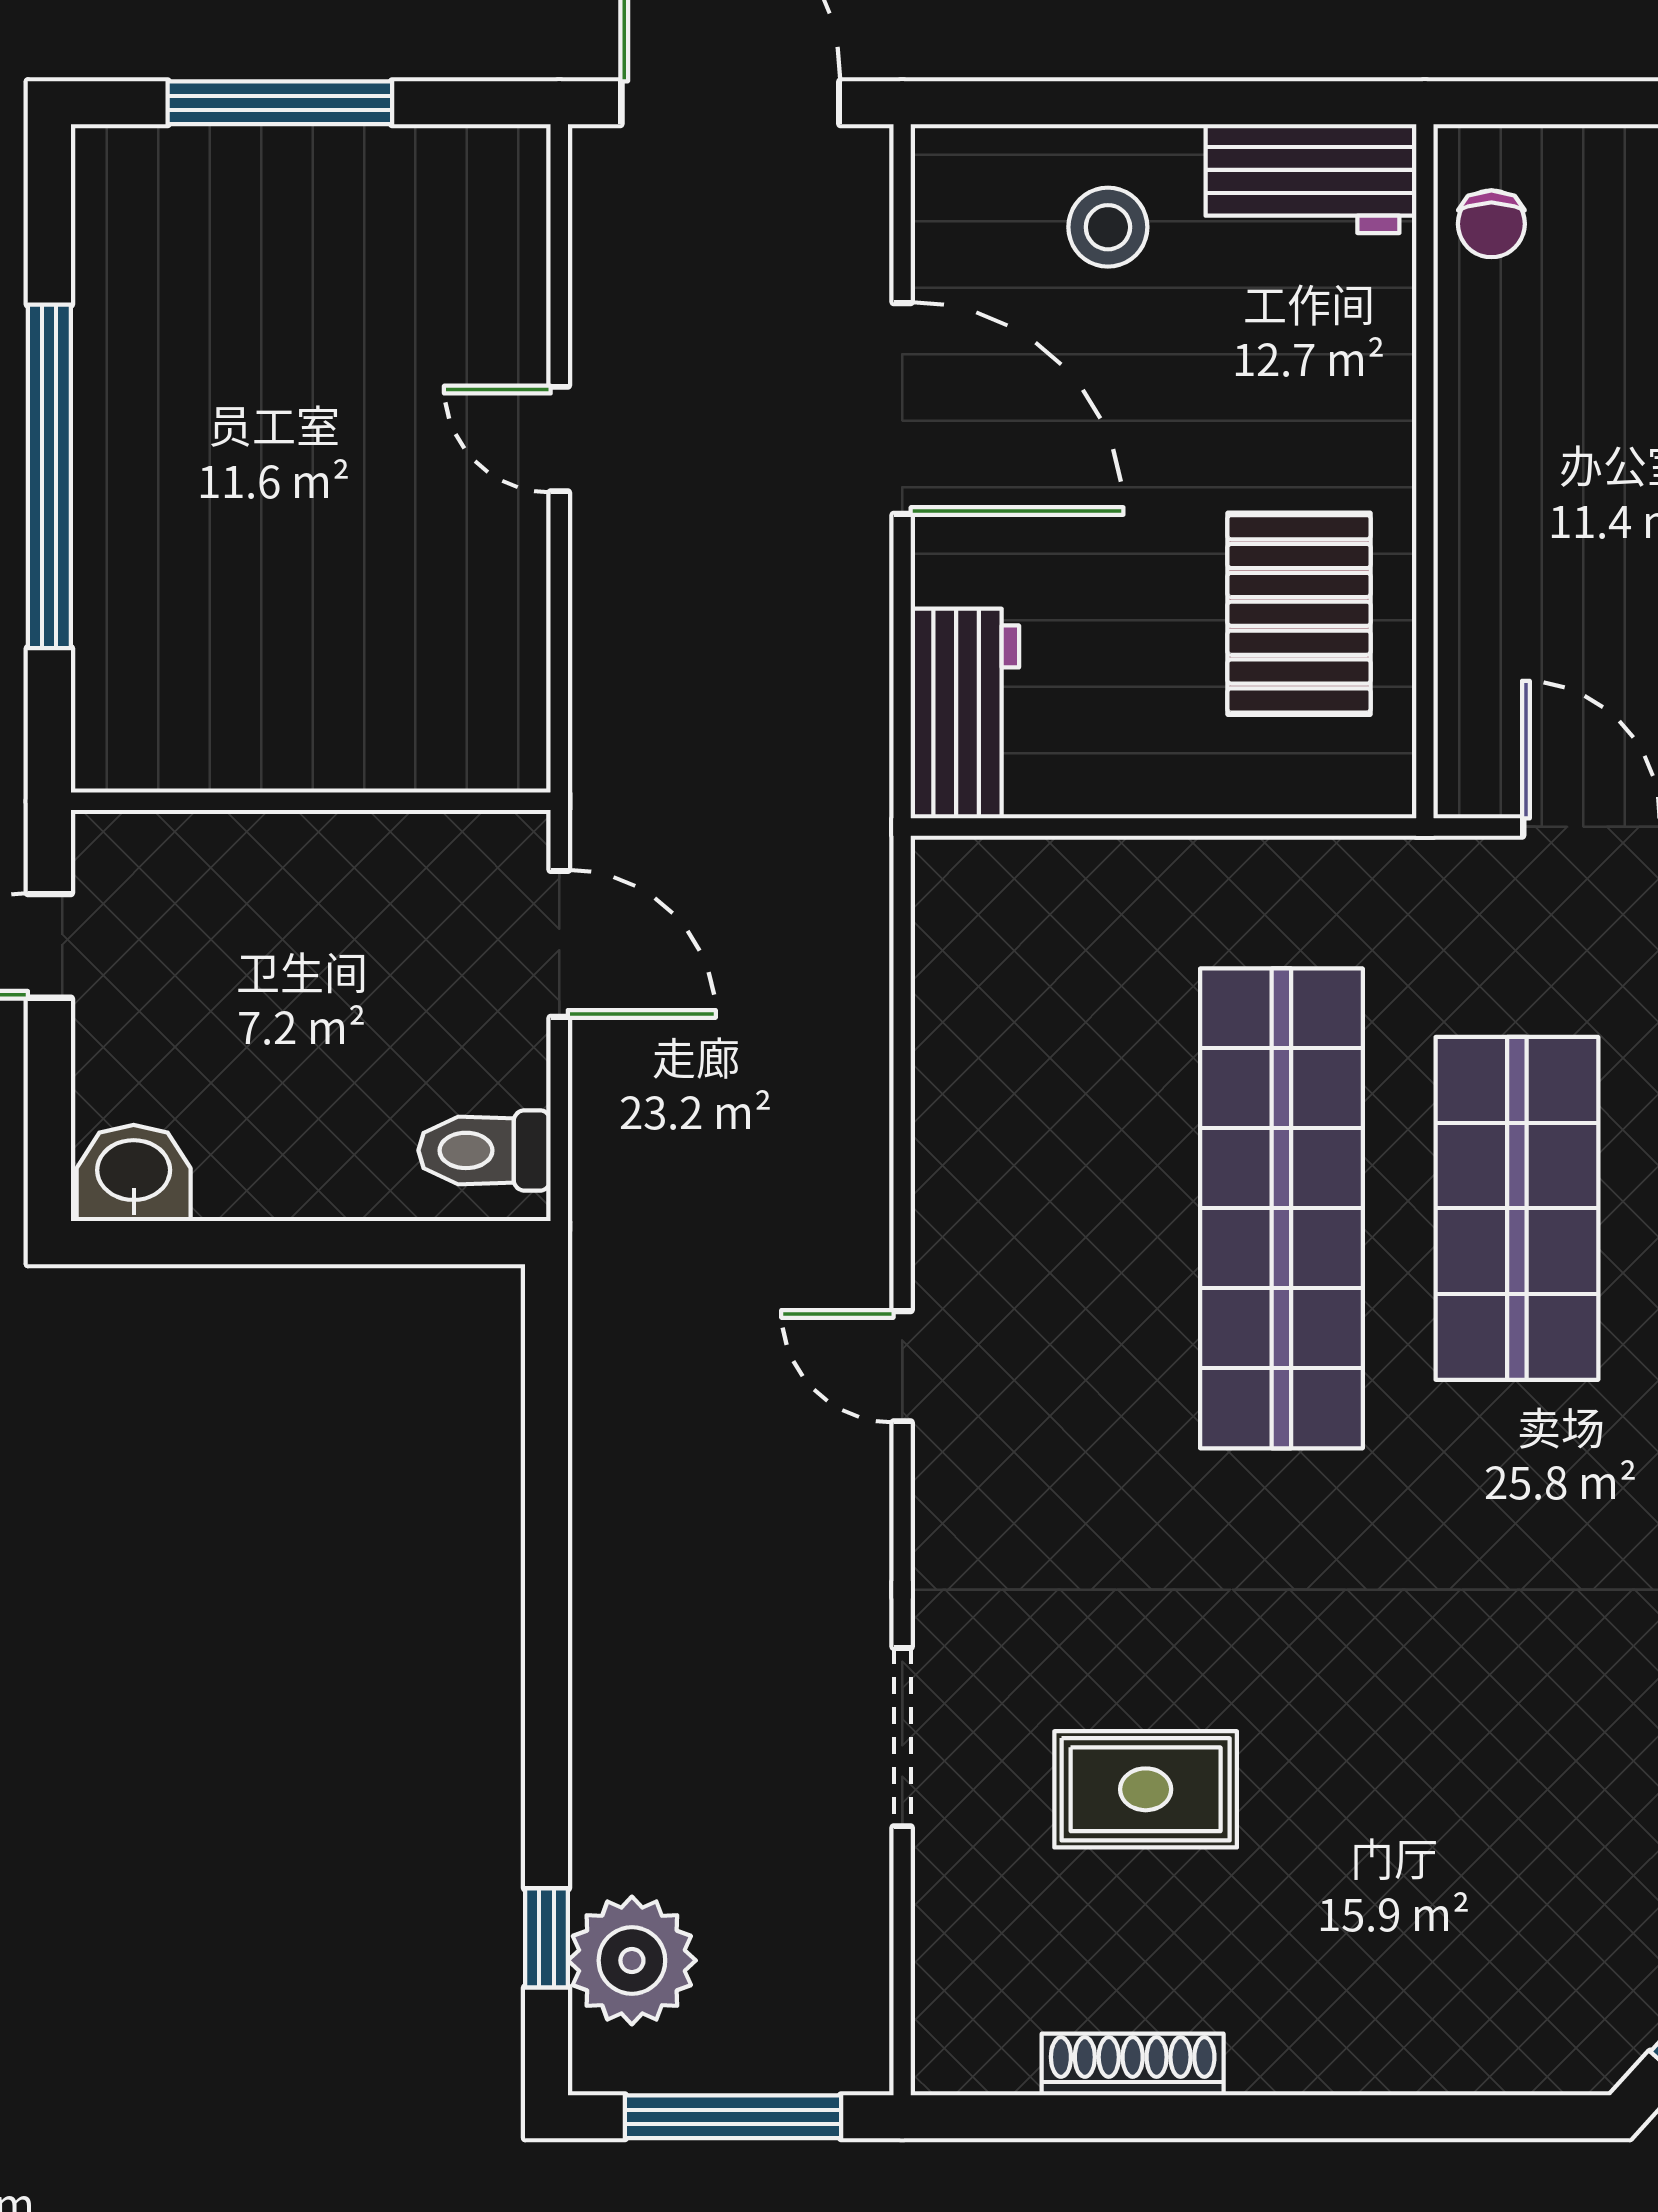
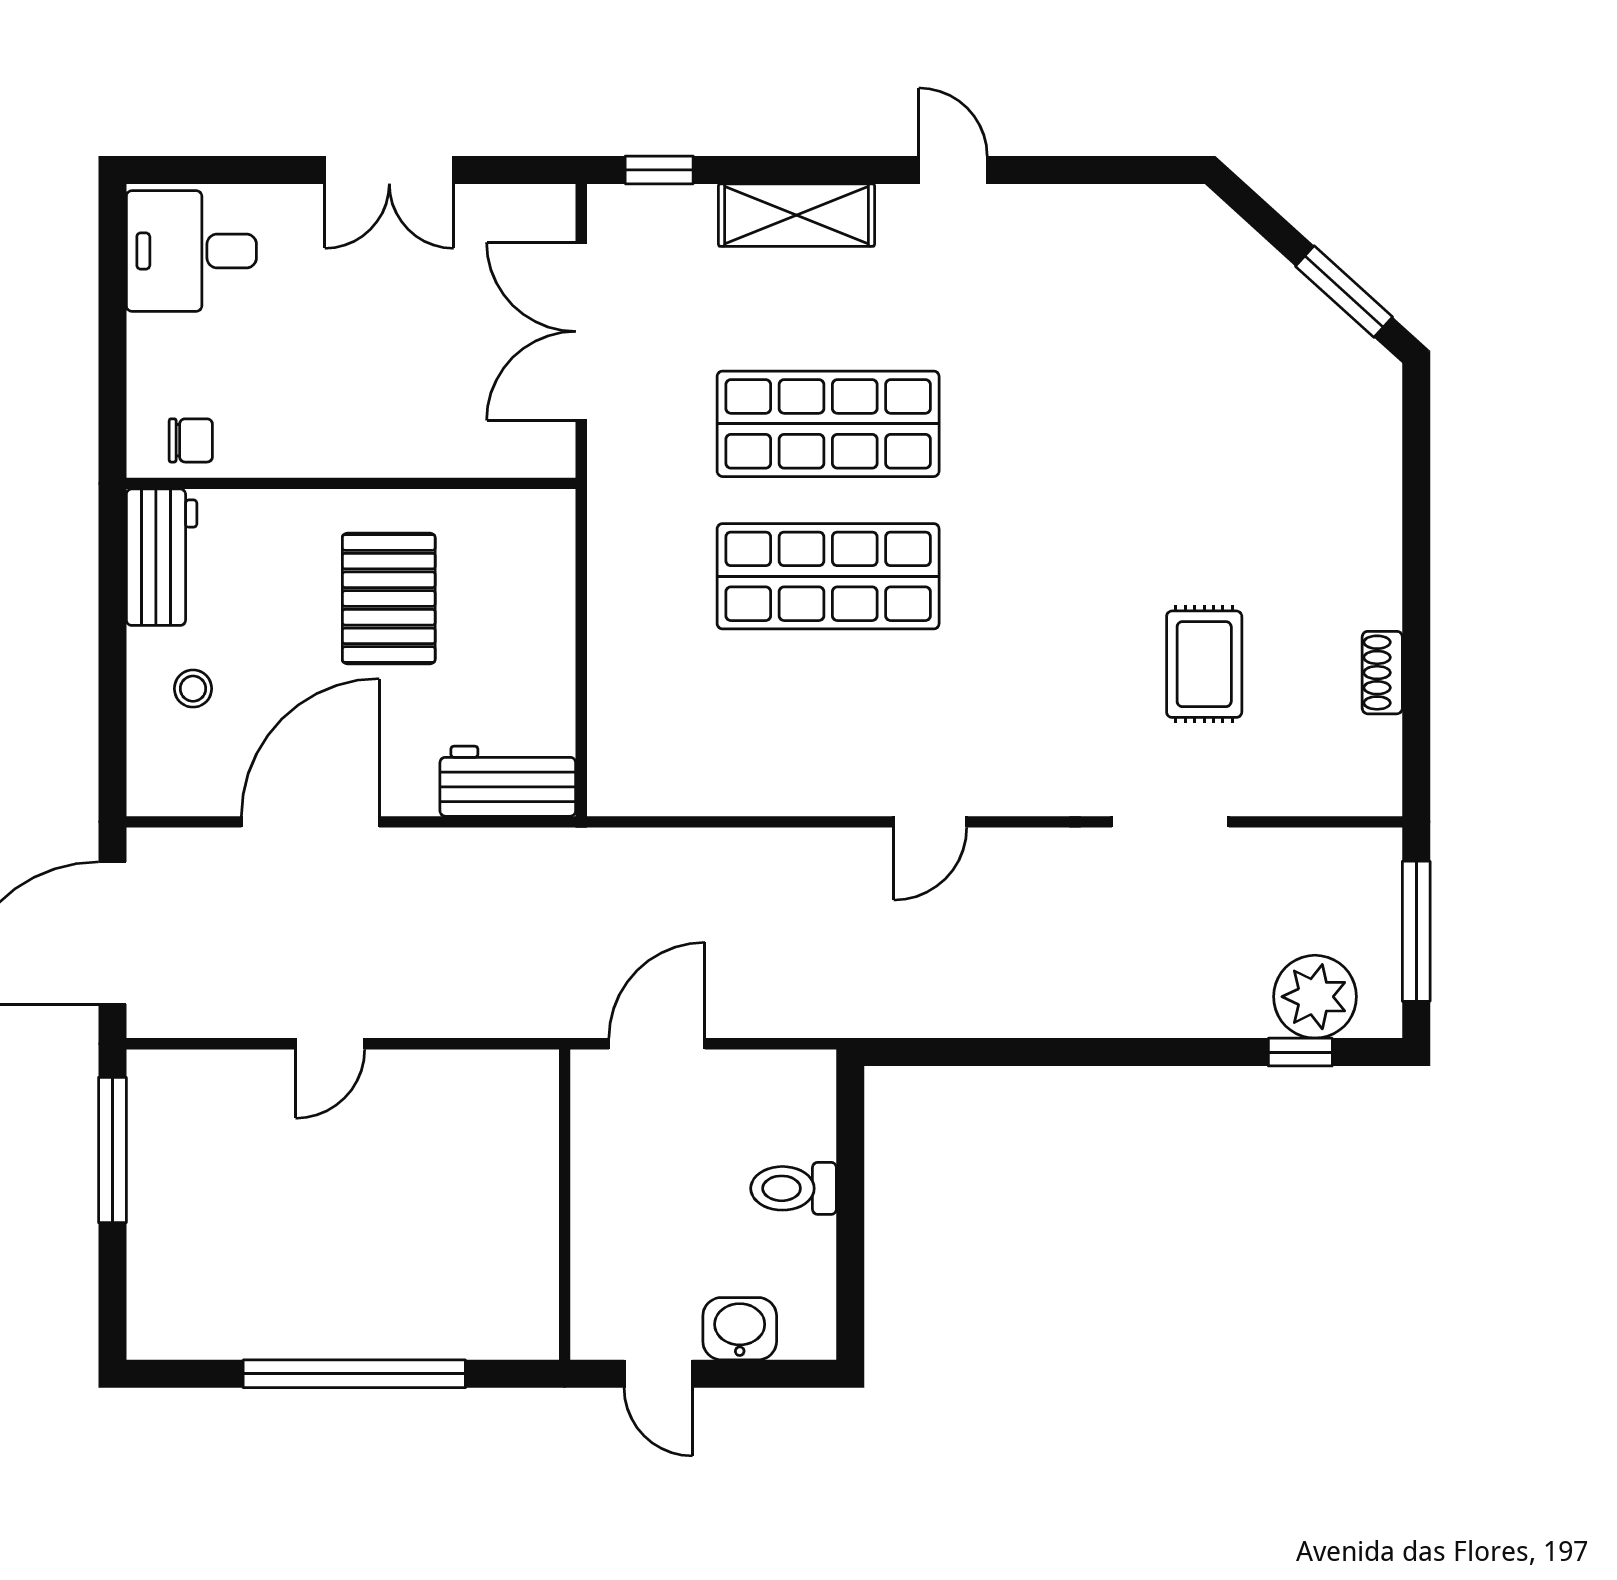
window: (280, 103) -> (112, 1150), moved
stool: (1108, 227) -> (193, 689), width x0.73, depth x0.73
pallet: (1299, 614) -> (389, 598), moved, turned 90
toilet: (485, 1150) -> (794, 1188), moved, turned 90
washbasin: (134, 1173) -> (740, 1329), moved, turned 90
shop shelf: (1281, 1208) -> (828, 576), width x0.71
shoe rack: (1133, 2064) -> (1382, 673), width x0.70

